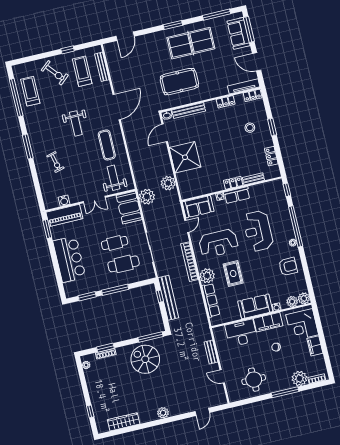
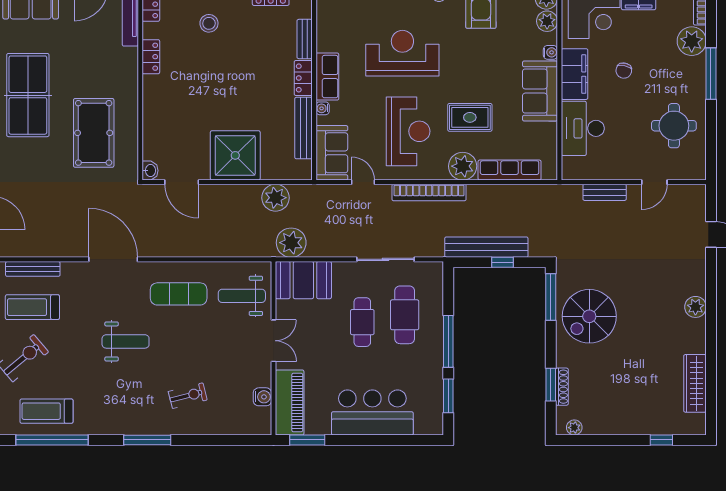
bench: (189, 110) -> (304, 128), moved
reception desk: (258, 231) -> (402, 53), turned 180
window: (160, 296) -> (503, 262), moved

